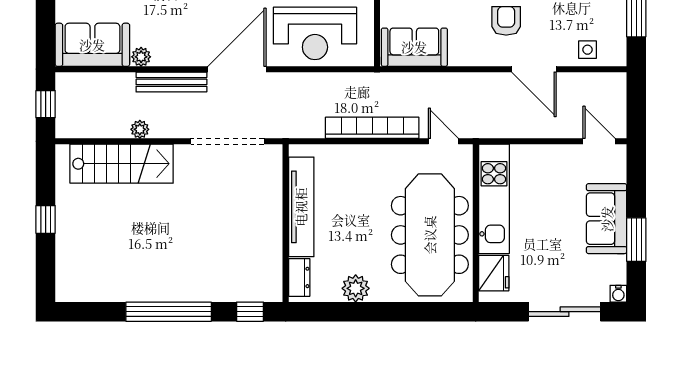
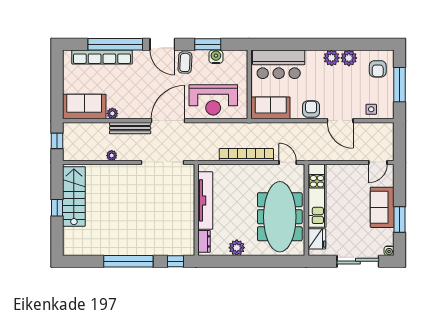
armchair: (506, 21) -> (311, 109), moved
door: (599, 141) -> (378, 162), swing flipped
stairs: (122, 164) -> (74, 196), moved, turned -90

